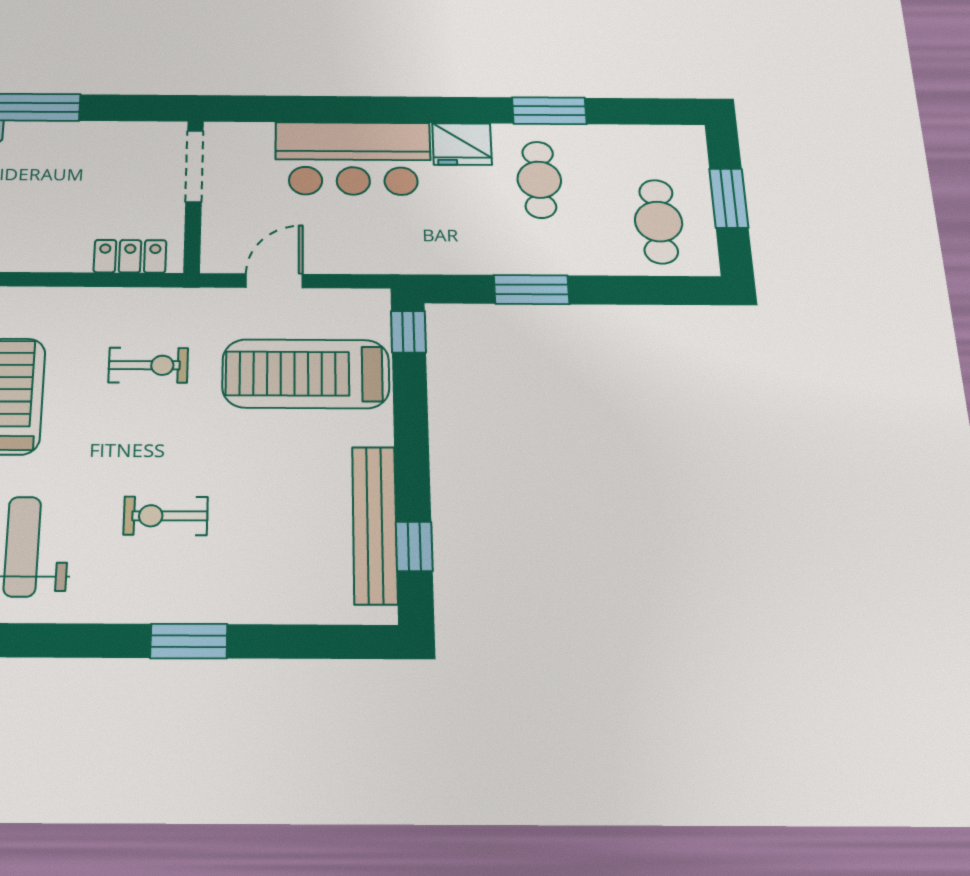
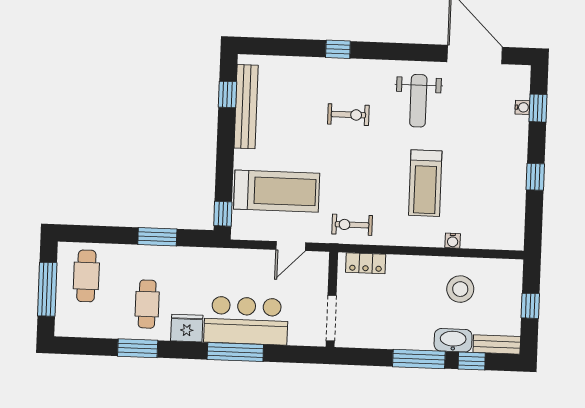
window: (370, 110) -> (235, 352), added
window: (729, 198) -> (47, 289), width x1.44
exercise bike: (148, 365) -> (352, 225), moved
window: (189, 641) -> (338, 49), width x0.67

